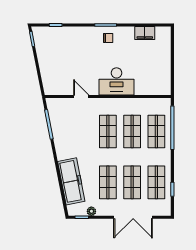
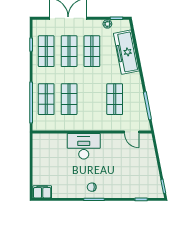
filing cabinet: (145, 33) -> (42, 192), moved
door: (81, 97) -> (132, 132), moved
shop shelf: (108, 131) -> (115, 99), moved

